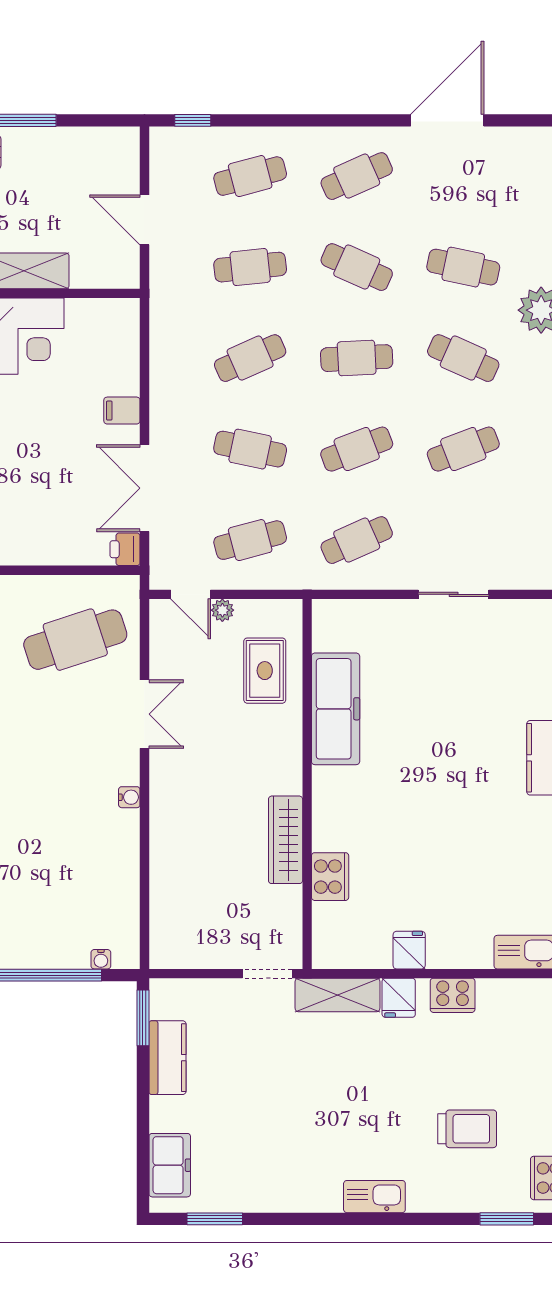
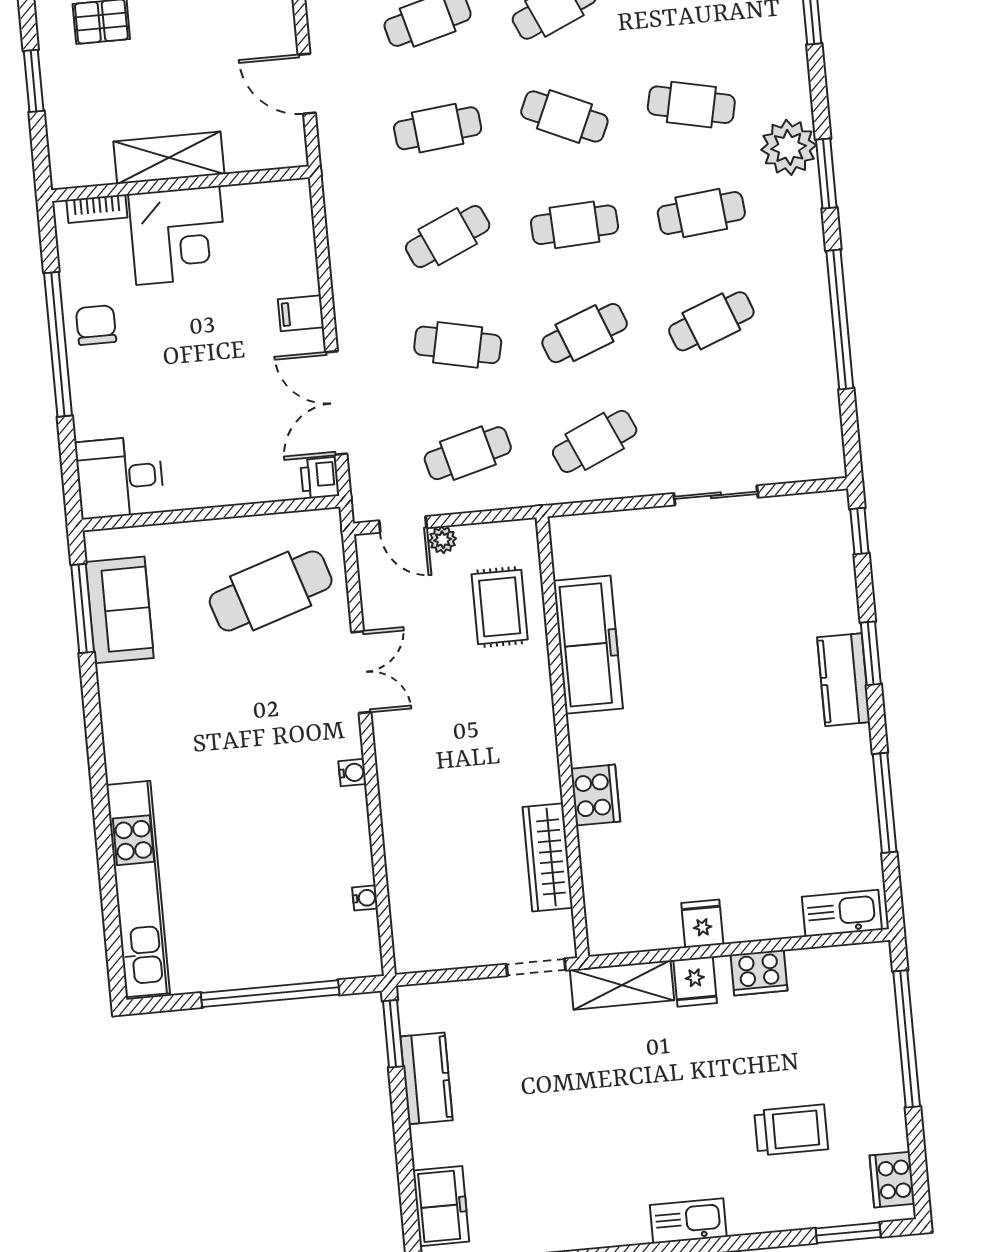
cafe table: (463, 358) -> (701, 213), turned -30
wardrobe: (286, 840) -> (548, 857), moved
cooker: (330, 877) -> (595, 795), moved
water cooler: (101, 959) -> (365, 898), moved, turned -90

